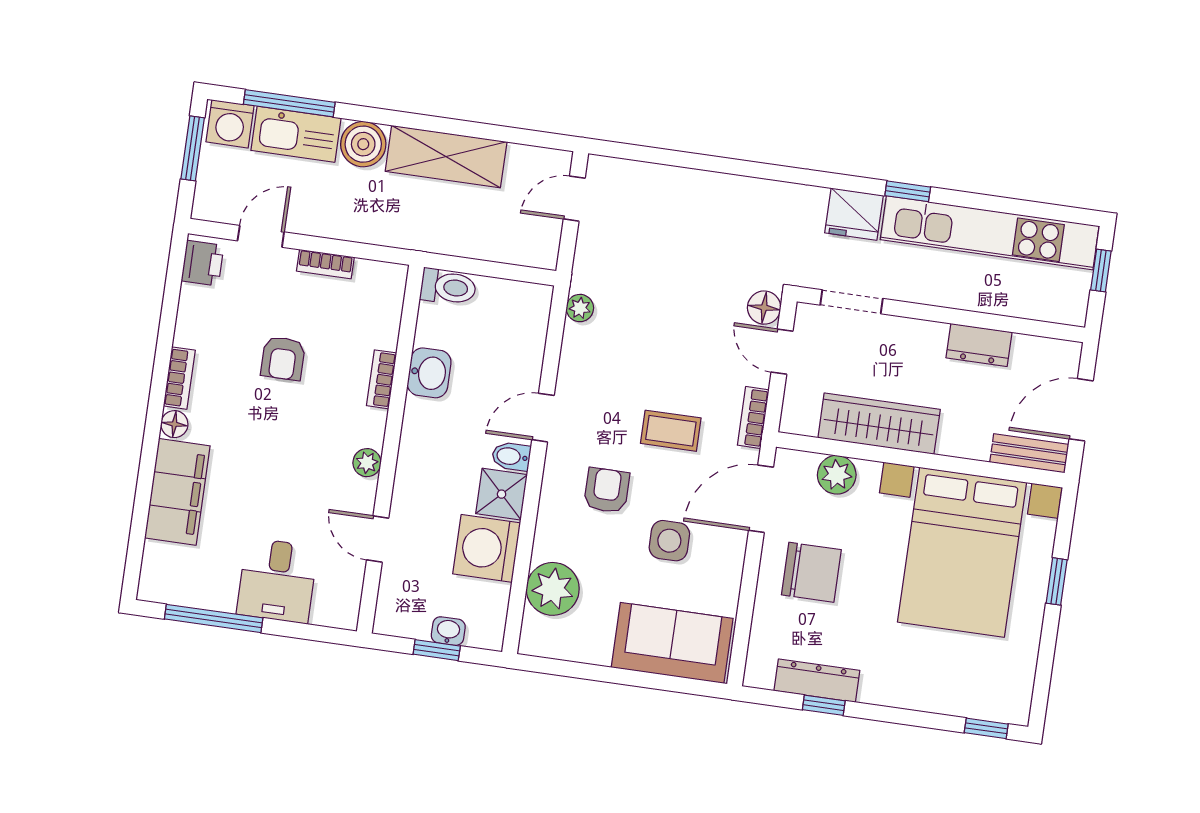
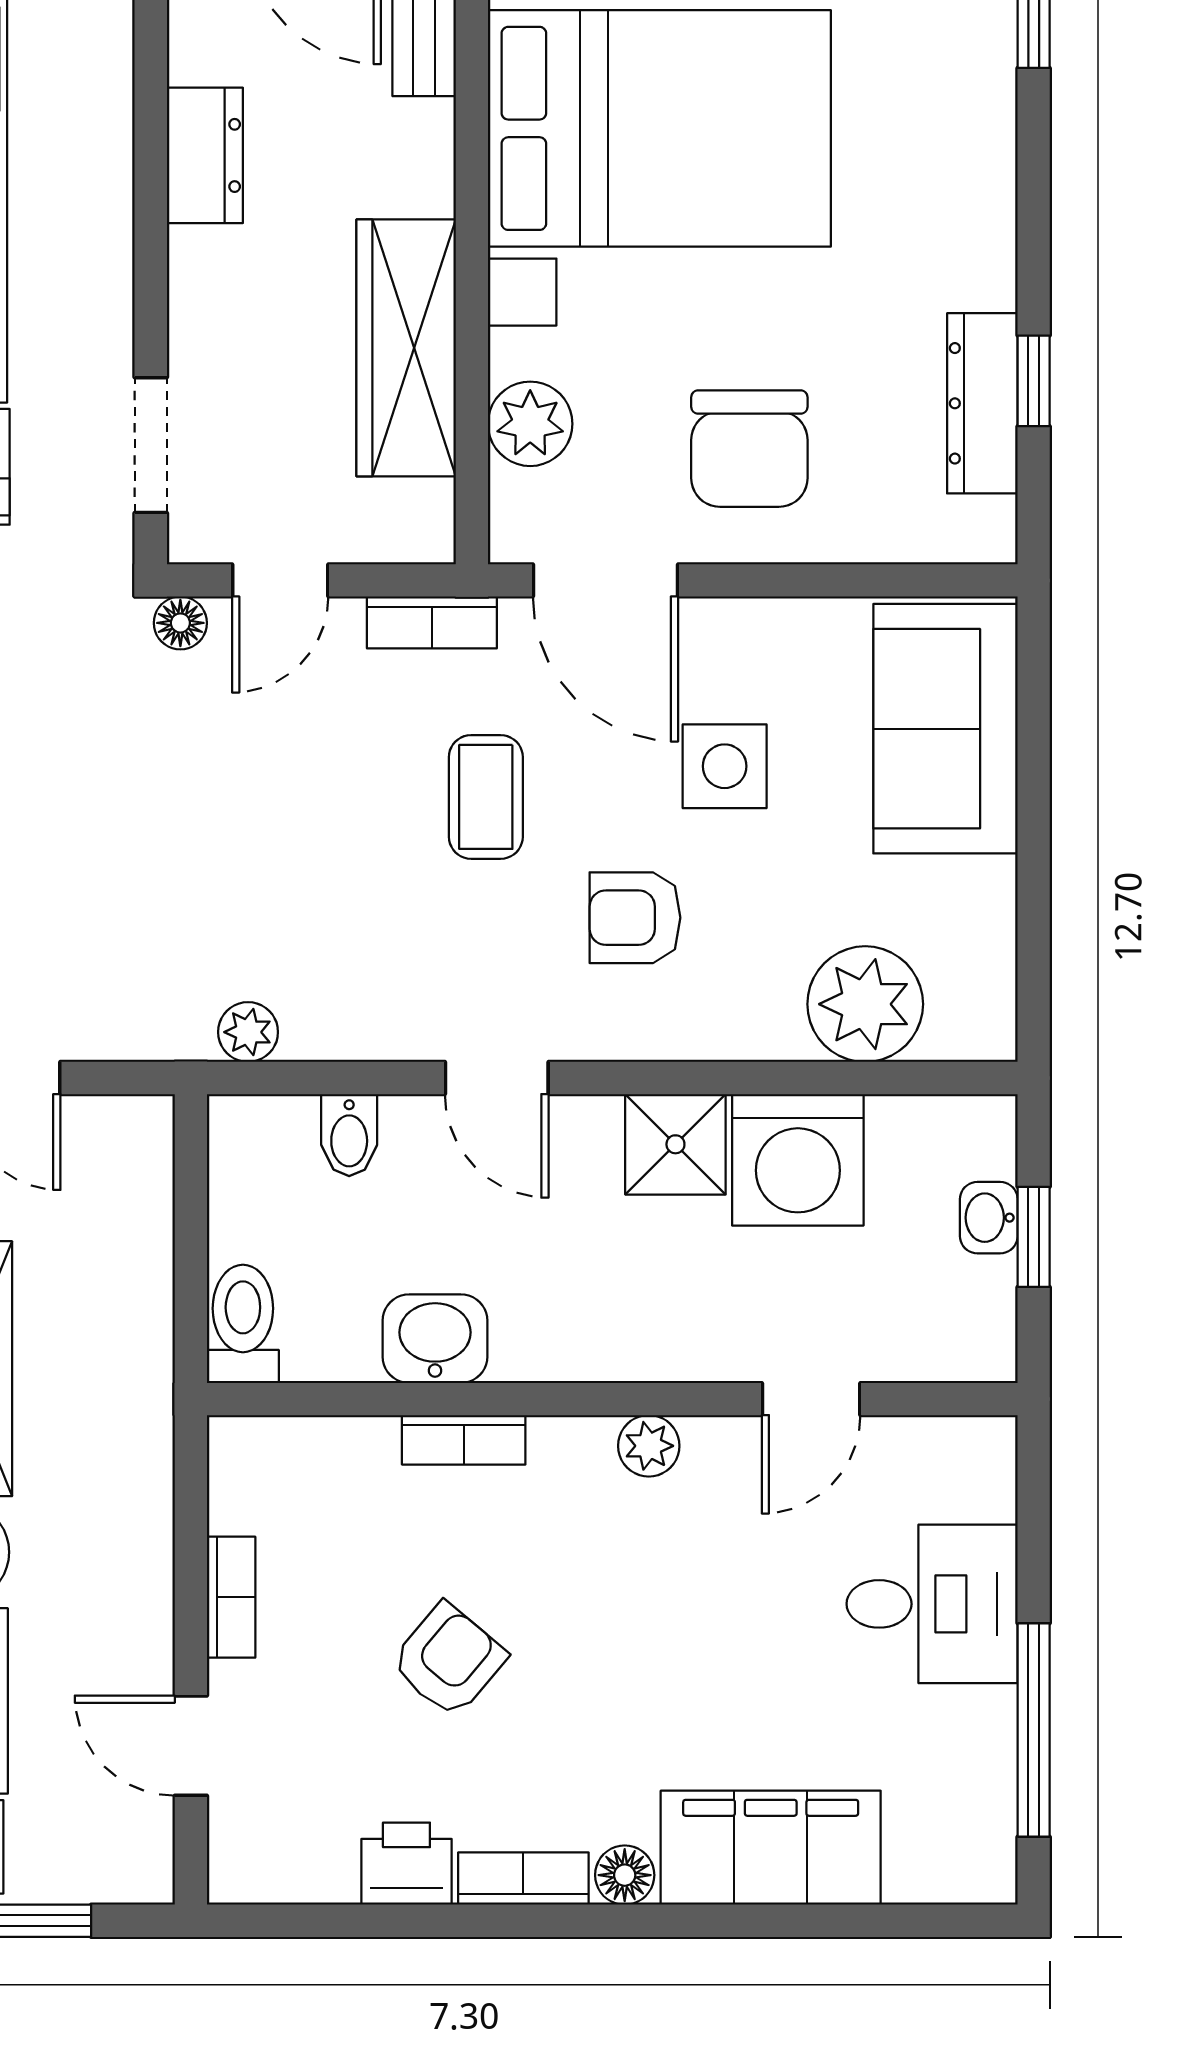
printer: (203, 263) -> (406, 1864), moved
floor lamp: (764, 308) -> (180, 623), width x0.73, depth x0.73
armchair: (283, 358) -> (448, 1660), turned -50
bidet: (511, 456) -> (349, 1135), moved
chair: (811, 572) -> (749, 449), turned 180

